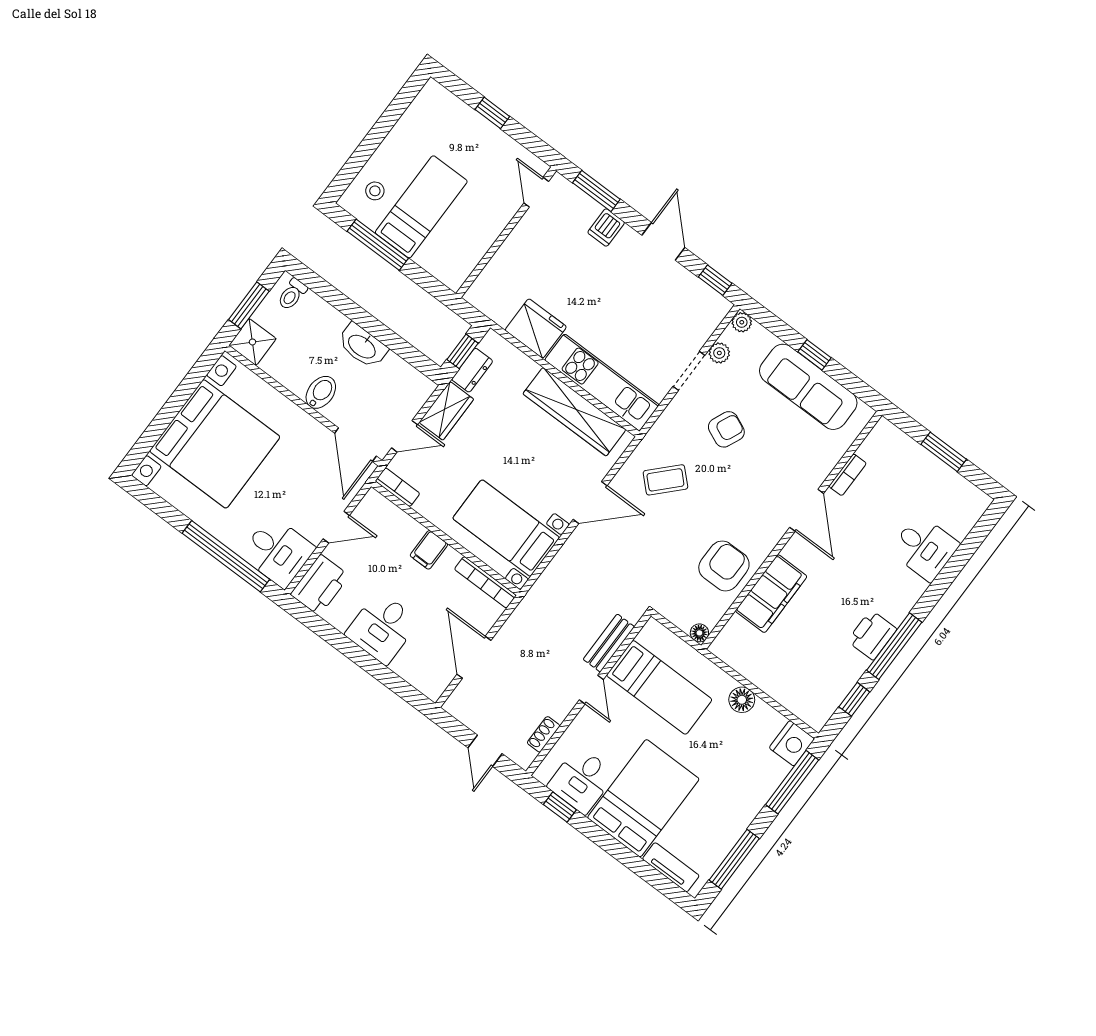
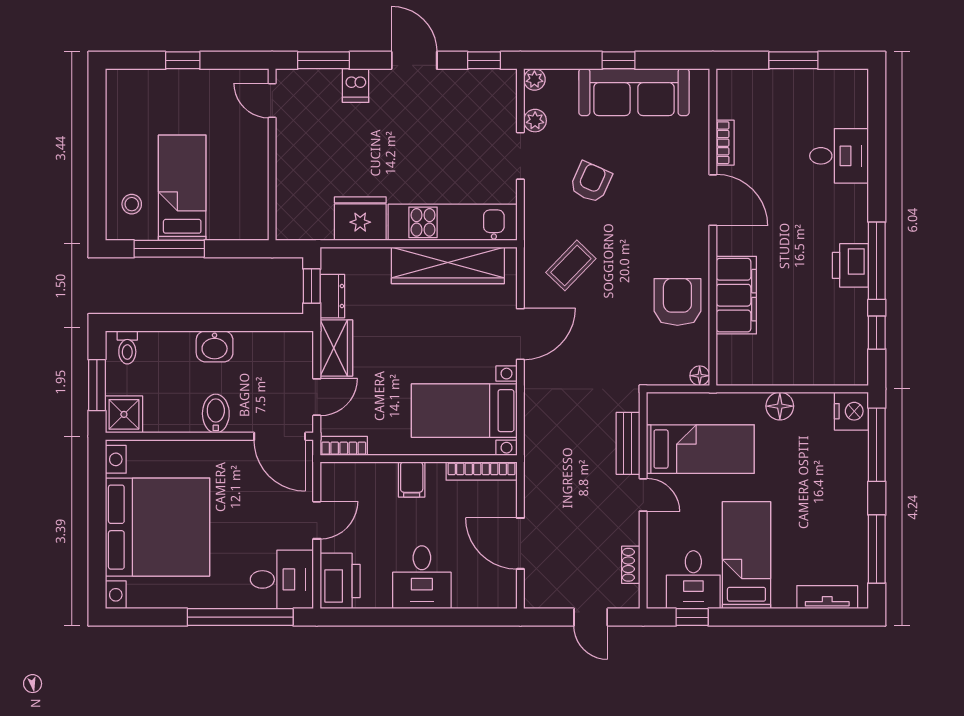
washbasin: (362, 346) -> (215, 346), width x0.72
bed: (643, 798) -> (746, 555), width x0.67

